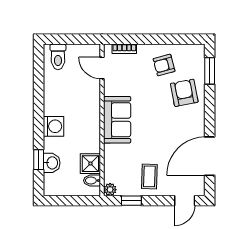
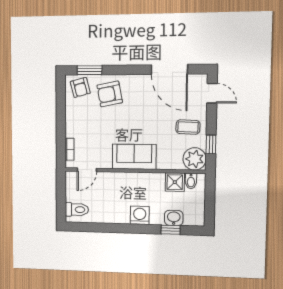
armchair: (164, 65) -> (80, 87), moved
plant: (110, 190) -> (195, 159), width x1.88, depth x1.88

